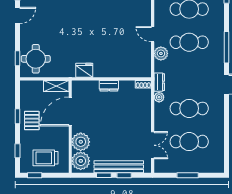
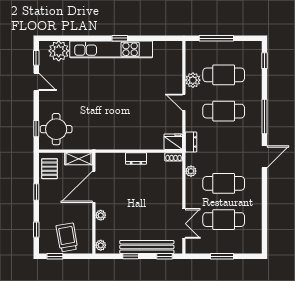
door: (18, 15) -> (36, 82), hinge flipped
plant: (161, 53) -> (193, 80), moved
fridge: (84, 70) -> (173, 142), moved
dresser: (159, 82) -> (191, 142), moved
pallet: (32, 121) -> (50, 169), moved
plant: (81, 142) -> (101, 215), width x0.53, depth x0.53
trolley: (46, 158) -> (67, 237), turned 80
plant: (81, 161) -> (101, 245), width x0.53, depth x0.53
window: (124, 175) -> (164, 256), moved

